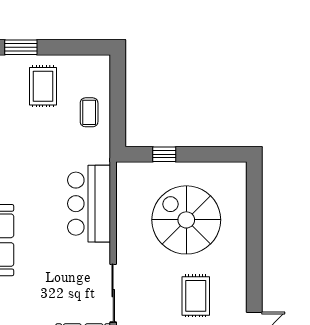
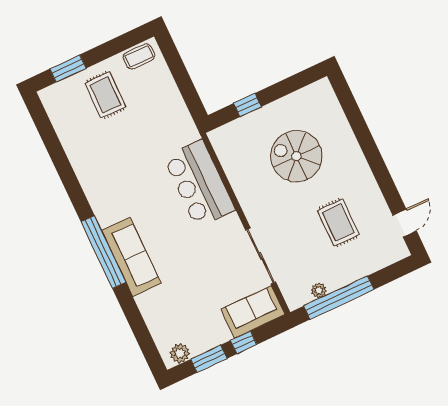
coffee table: (89, 112) -> (139, 56), moved, turned 90
spiral stairs: (186, 220) -> (296, 156), width x0.73, depth x0.73

